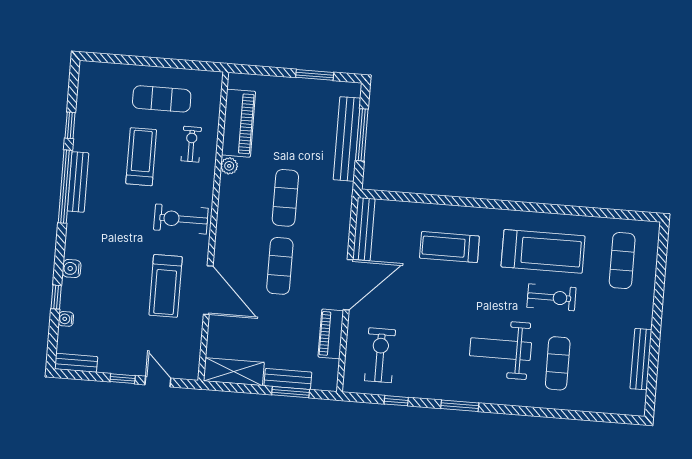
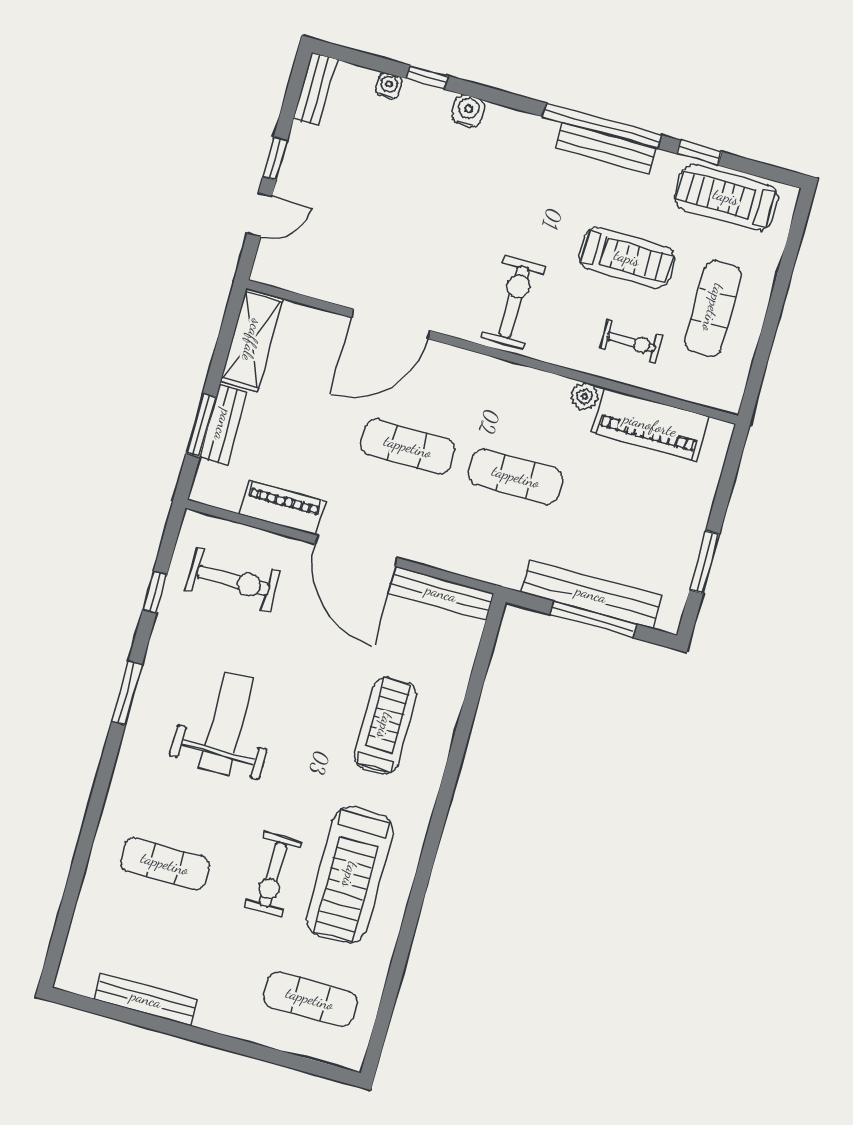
treadmill: (166, 286) -> (726, 197), moved
weight bench: (500, 349) -> (226, 723), moved

